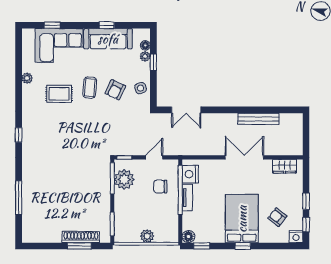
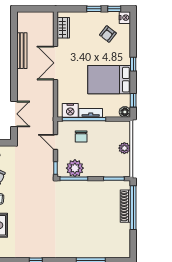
bed: (242, 219) -> (109, 80), moved
window: (79, 246) -> (133, 208), width x2.11

